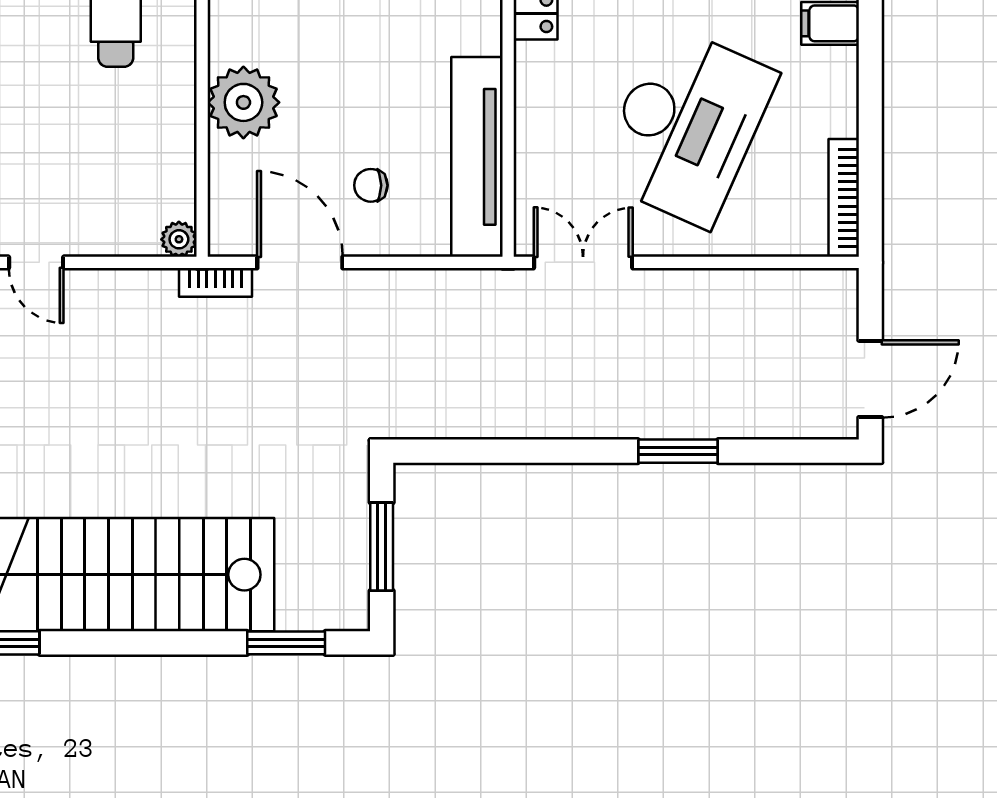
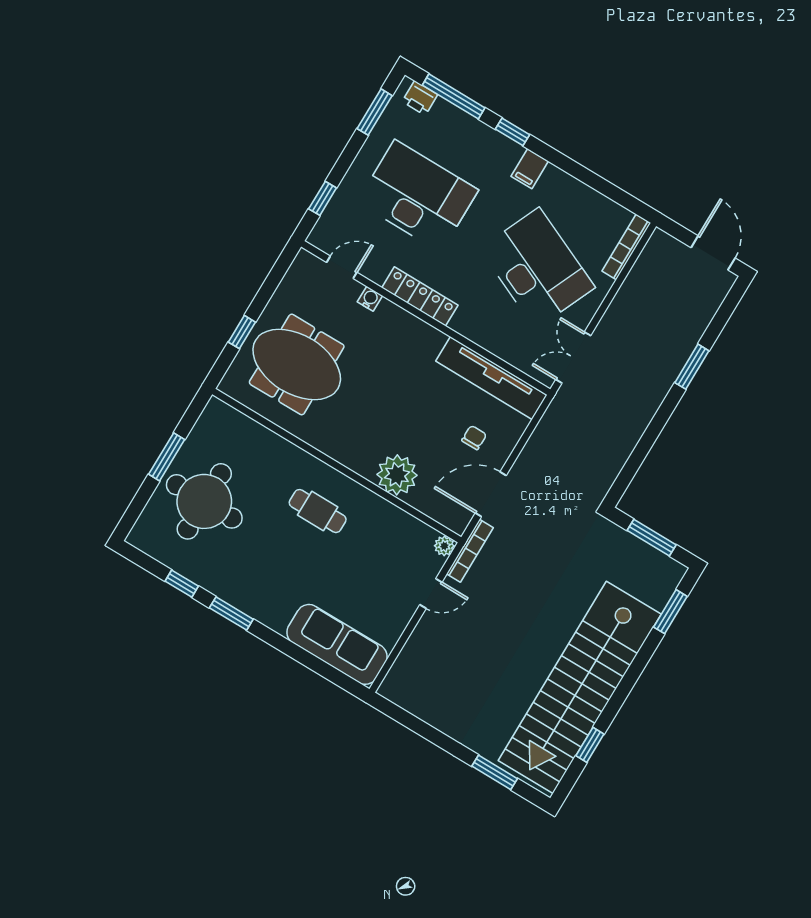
chair: (371, 185) -> (474, 438), turned 180
bookcase: (844, 198) -> (626, 247), moved, turned 90
door: (36, 262) -> (431, 593), moved
bookcase: (216, 282) -> (470, 551), width x1.56

